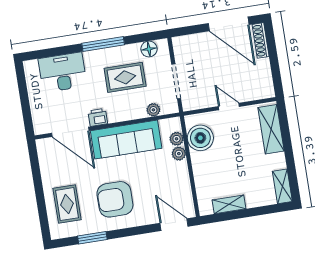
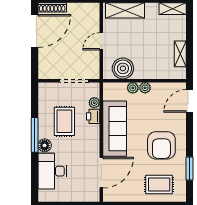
floor lamp: (149, 49) -> (45, 145), moved
printer: (98, 117) -> (93, 116), moved
plant: (177, 139) -> (145, 88), moved

